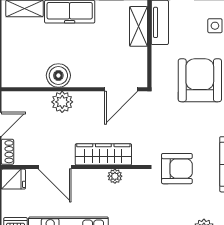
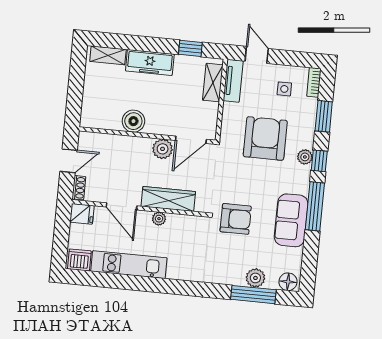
plant: (62, 102) -> (163, 149), moved
plant: (115, 176) -> (159, 219), moved

